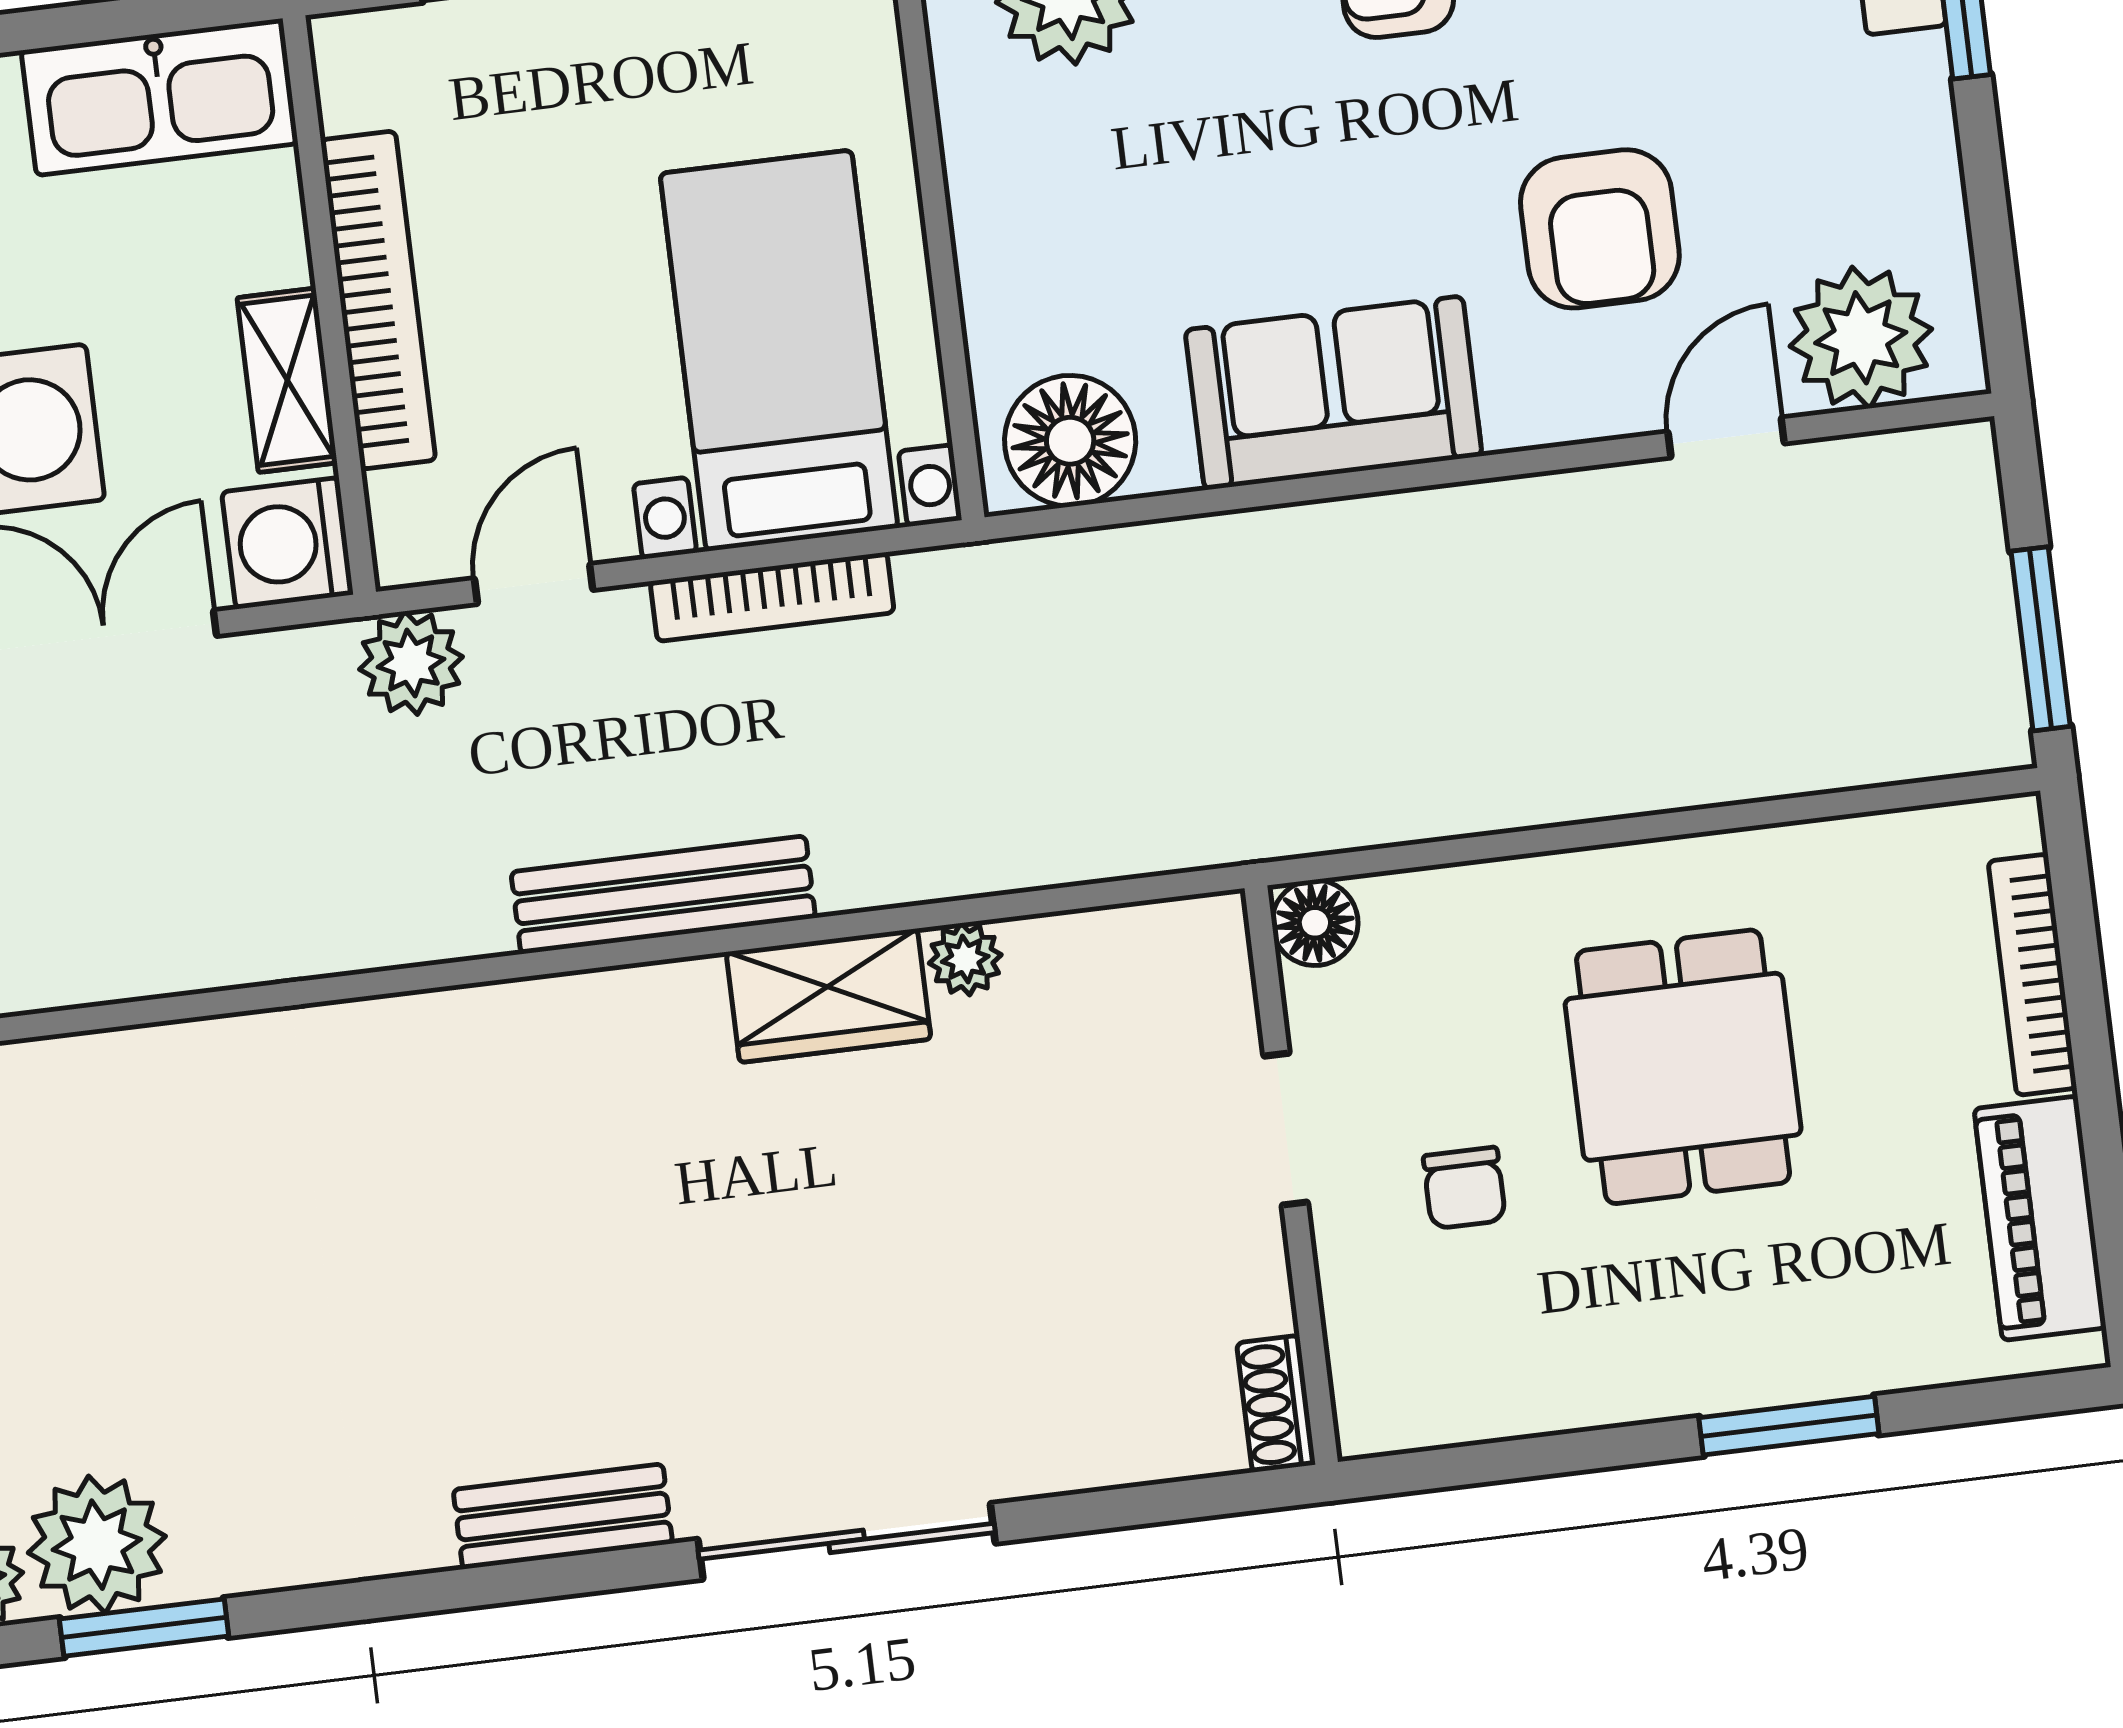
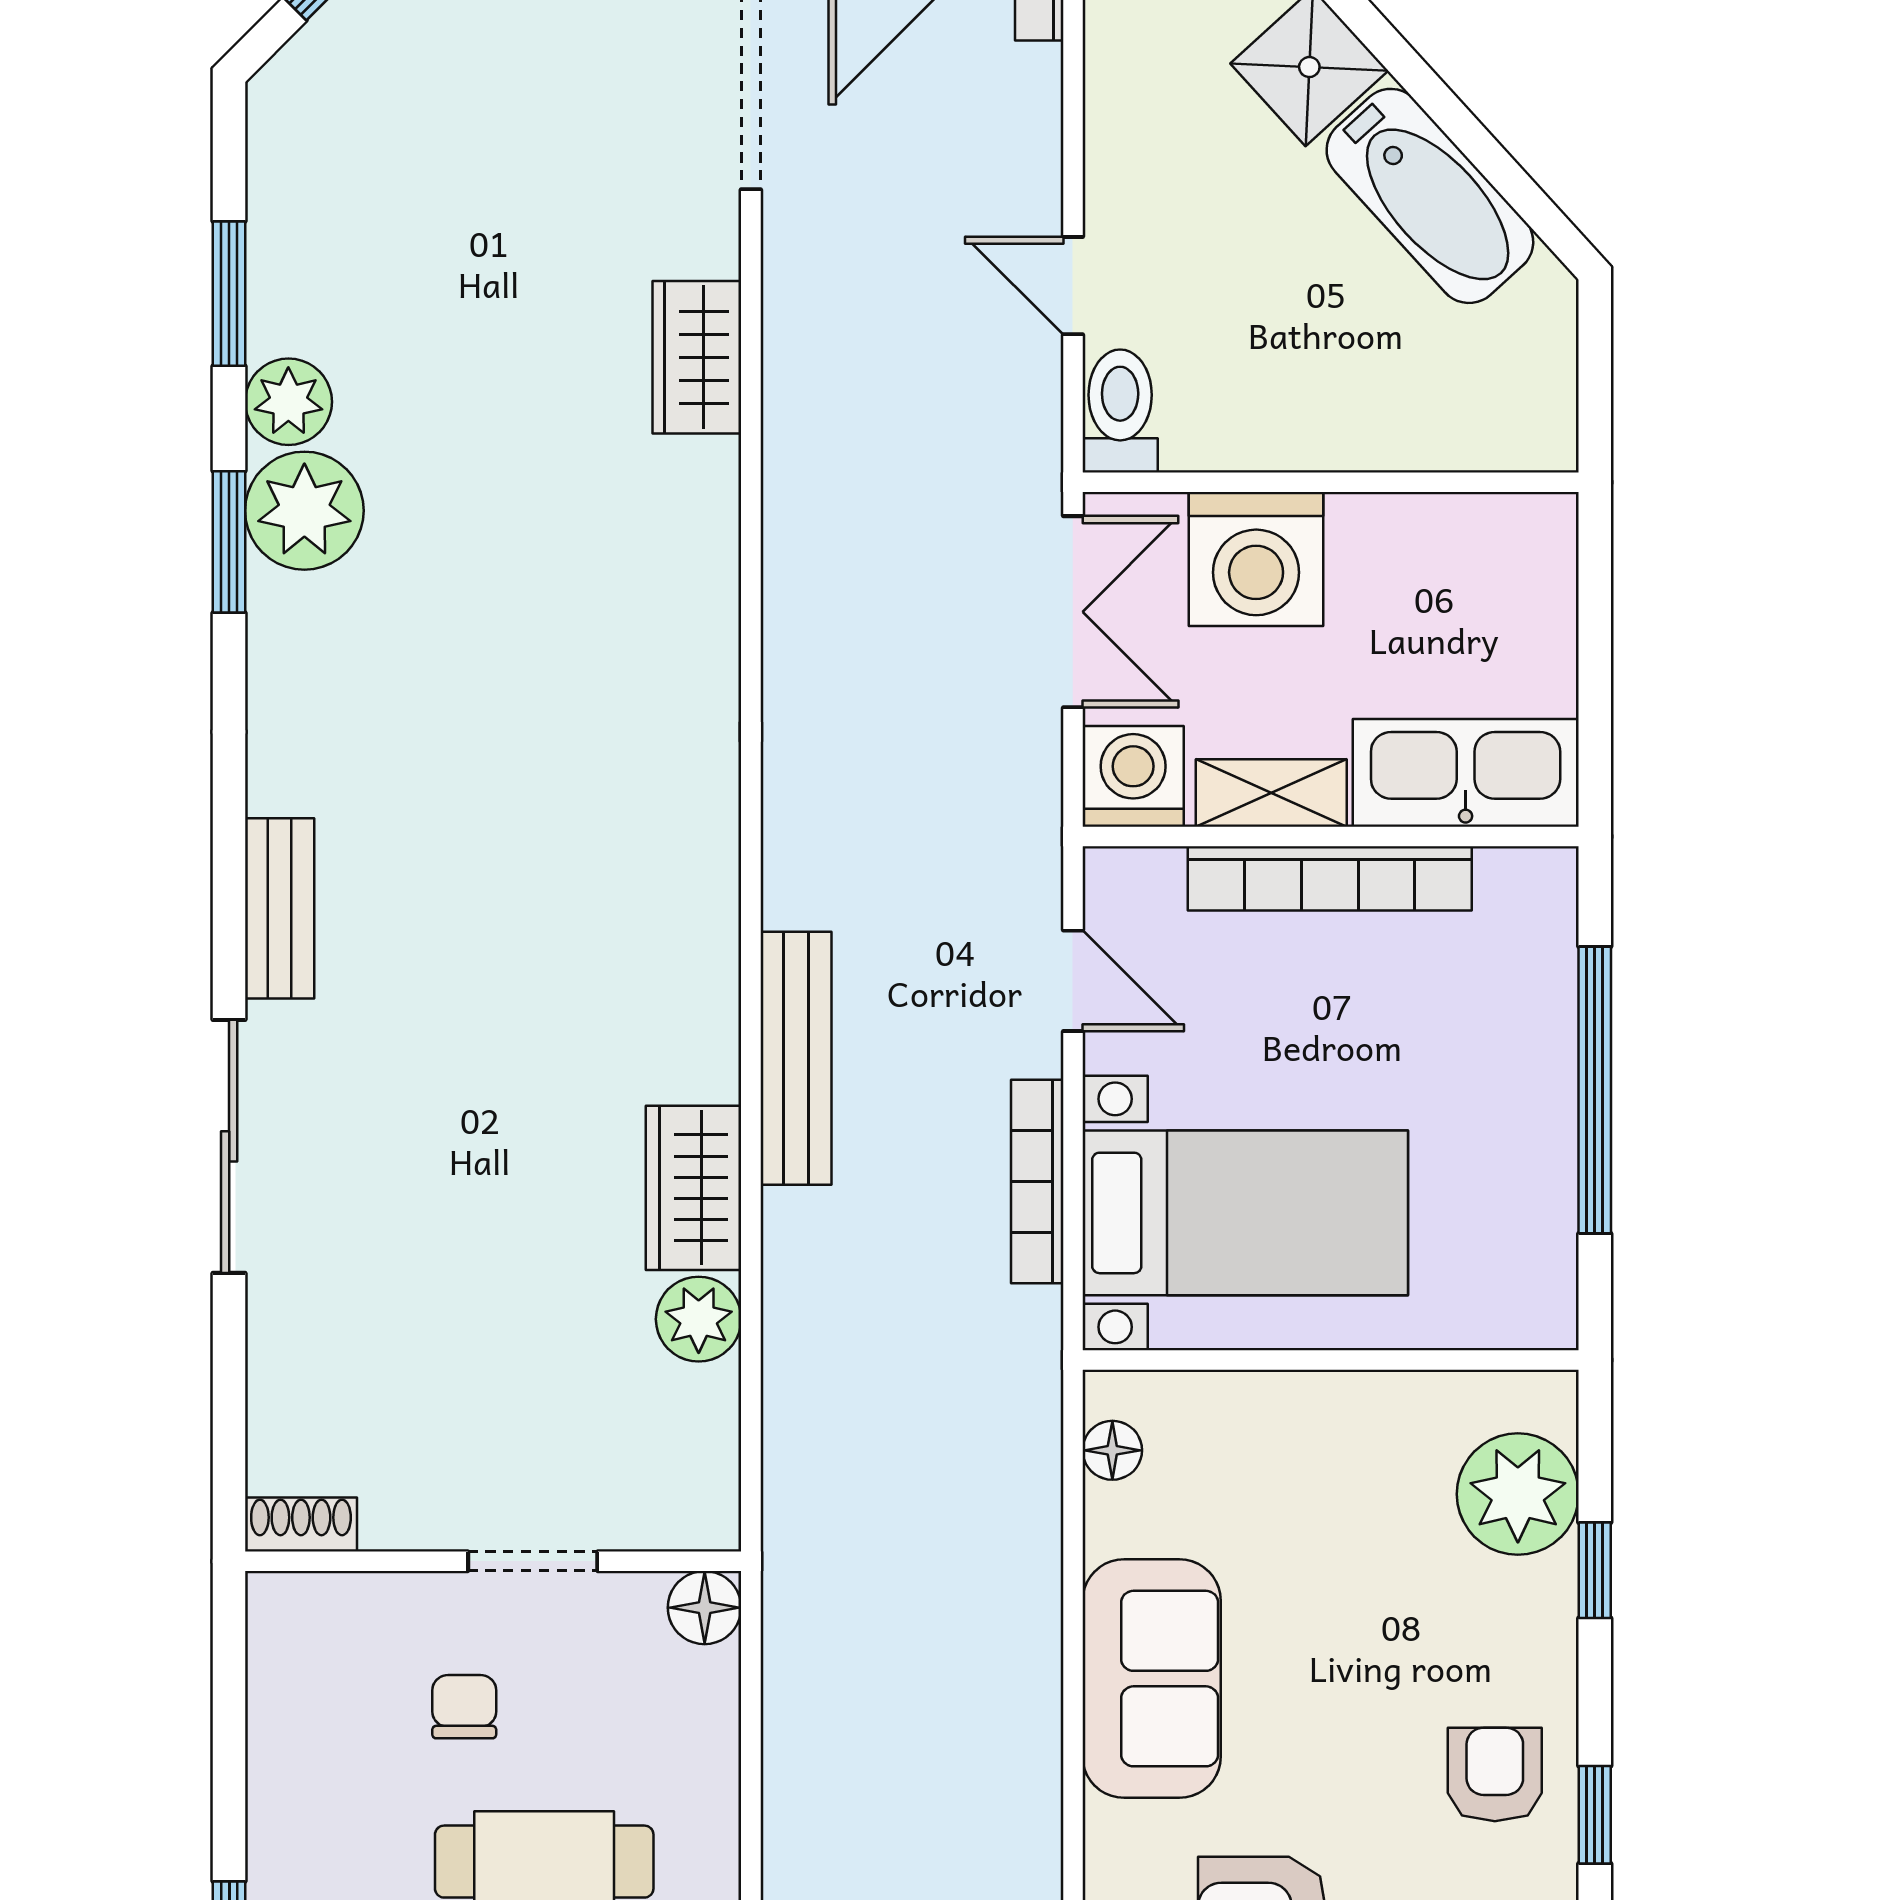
kitchen sink: (160, 97) -> (1466, 773), moved, turned 90
floor lamp: (1070, 441) -> (1112, 1450), width x0.53, depth x0.53
plant: (411, 663) -> (1019, 869), removed
plant: (965, 959) -> (699, 1319), width x1.38, depth x1.38
chair: (1464, 1188) -> (464, 1707), turned 90

